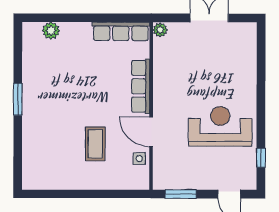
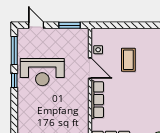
window: (261, 114) -> (14, 80), added
window: (261, 158) -> (14, 50), width x2.17

